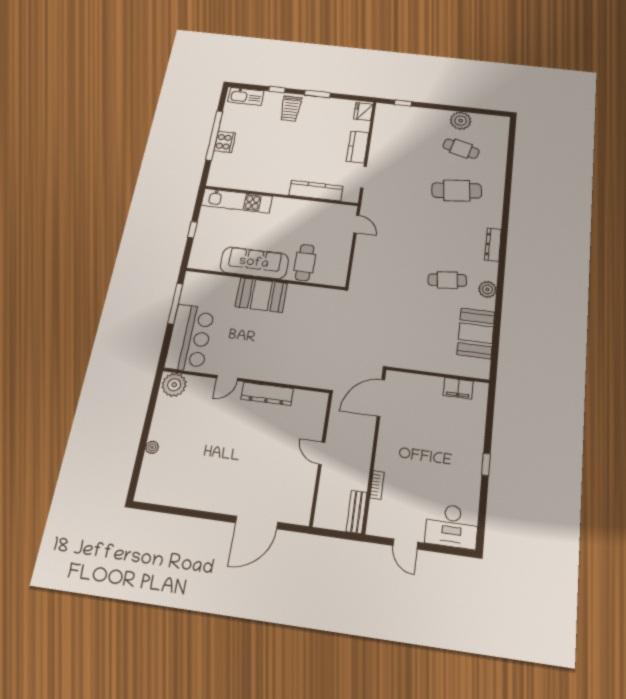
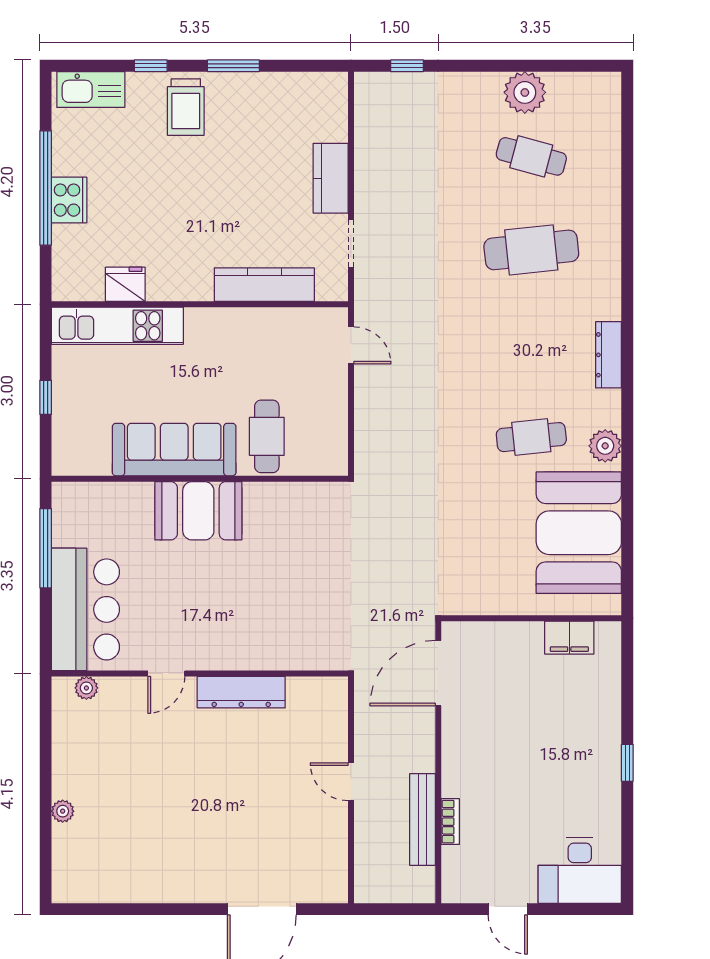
fridge: (363, 112) -> (125, 284), moved, turned 90
booth: (476, 333) -> (579, 533), width x1.36, depth x1.42
plant: (174, 385) -> (86, 688), width x0.53, depth x0.53
bench: (357, 512) -> (422, 819), moved, width x1.36

